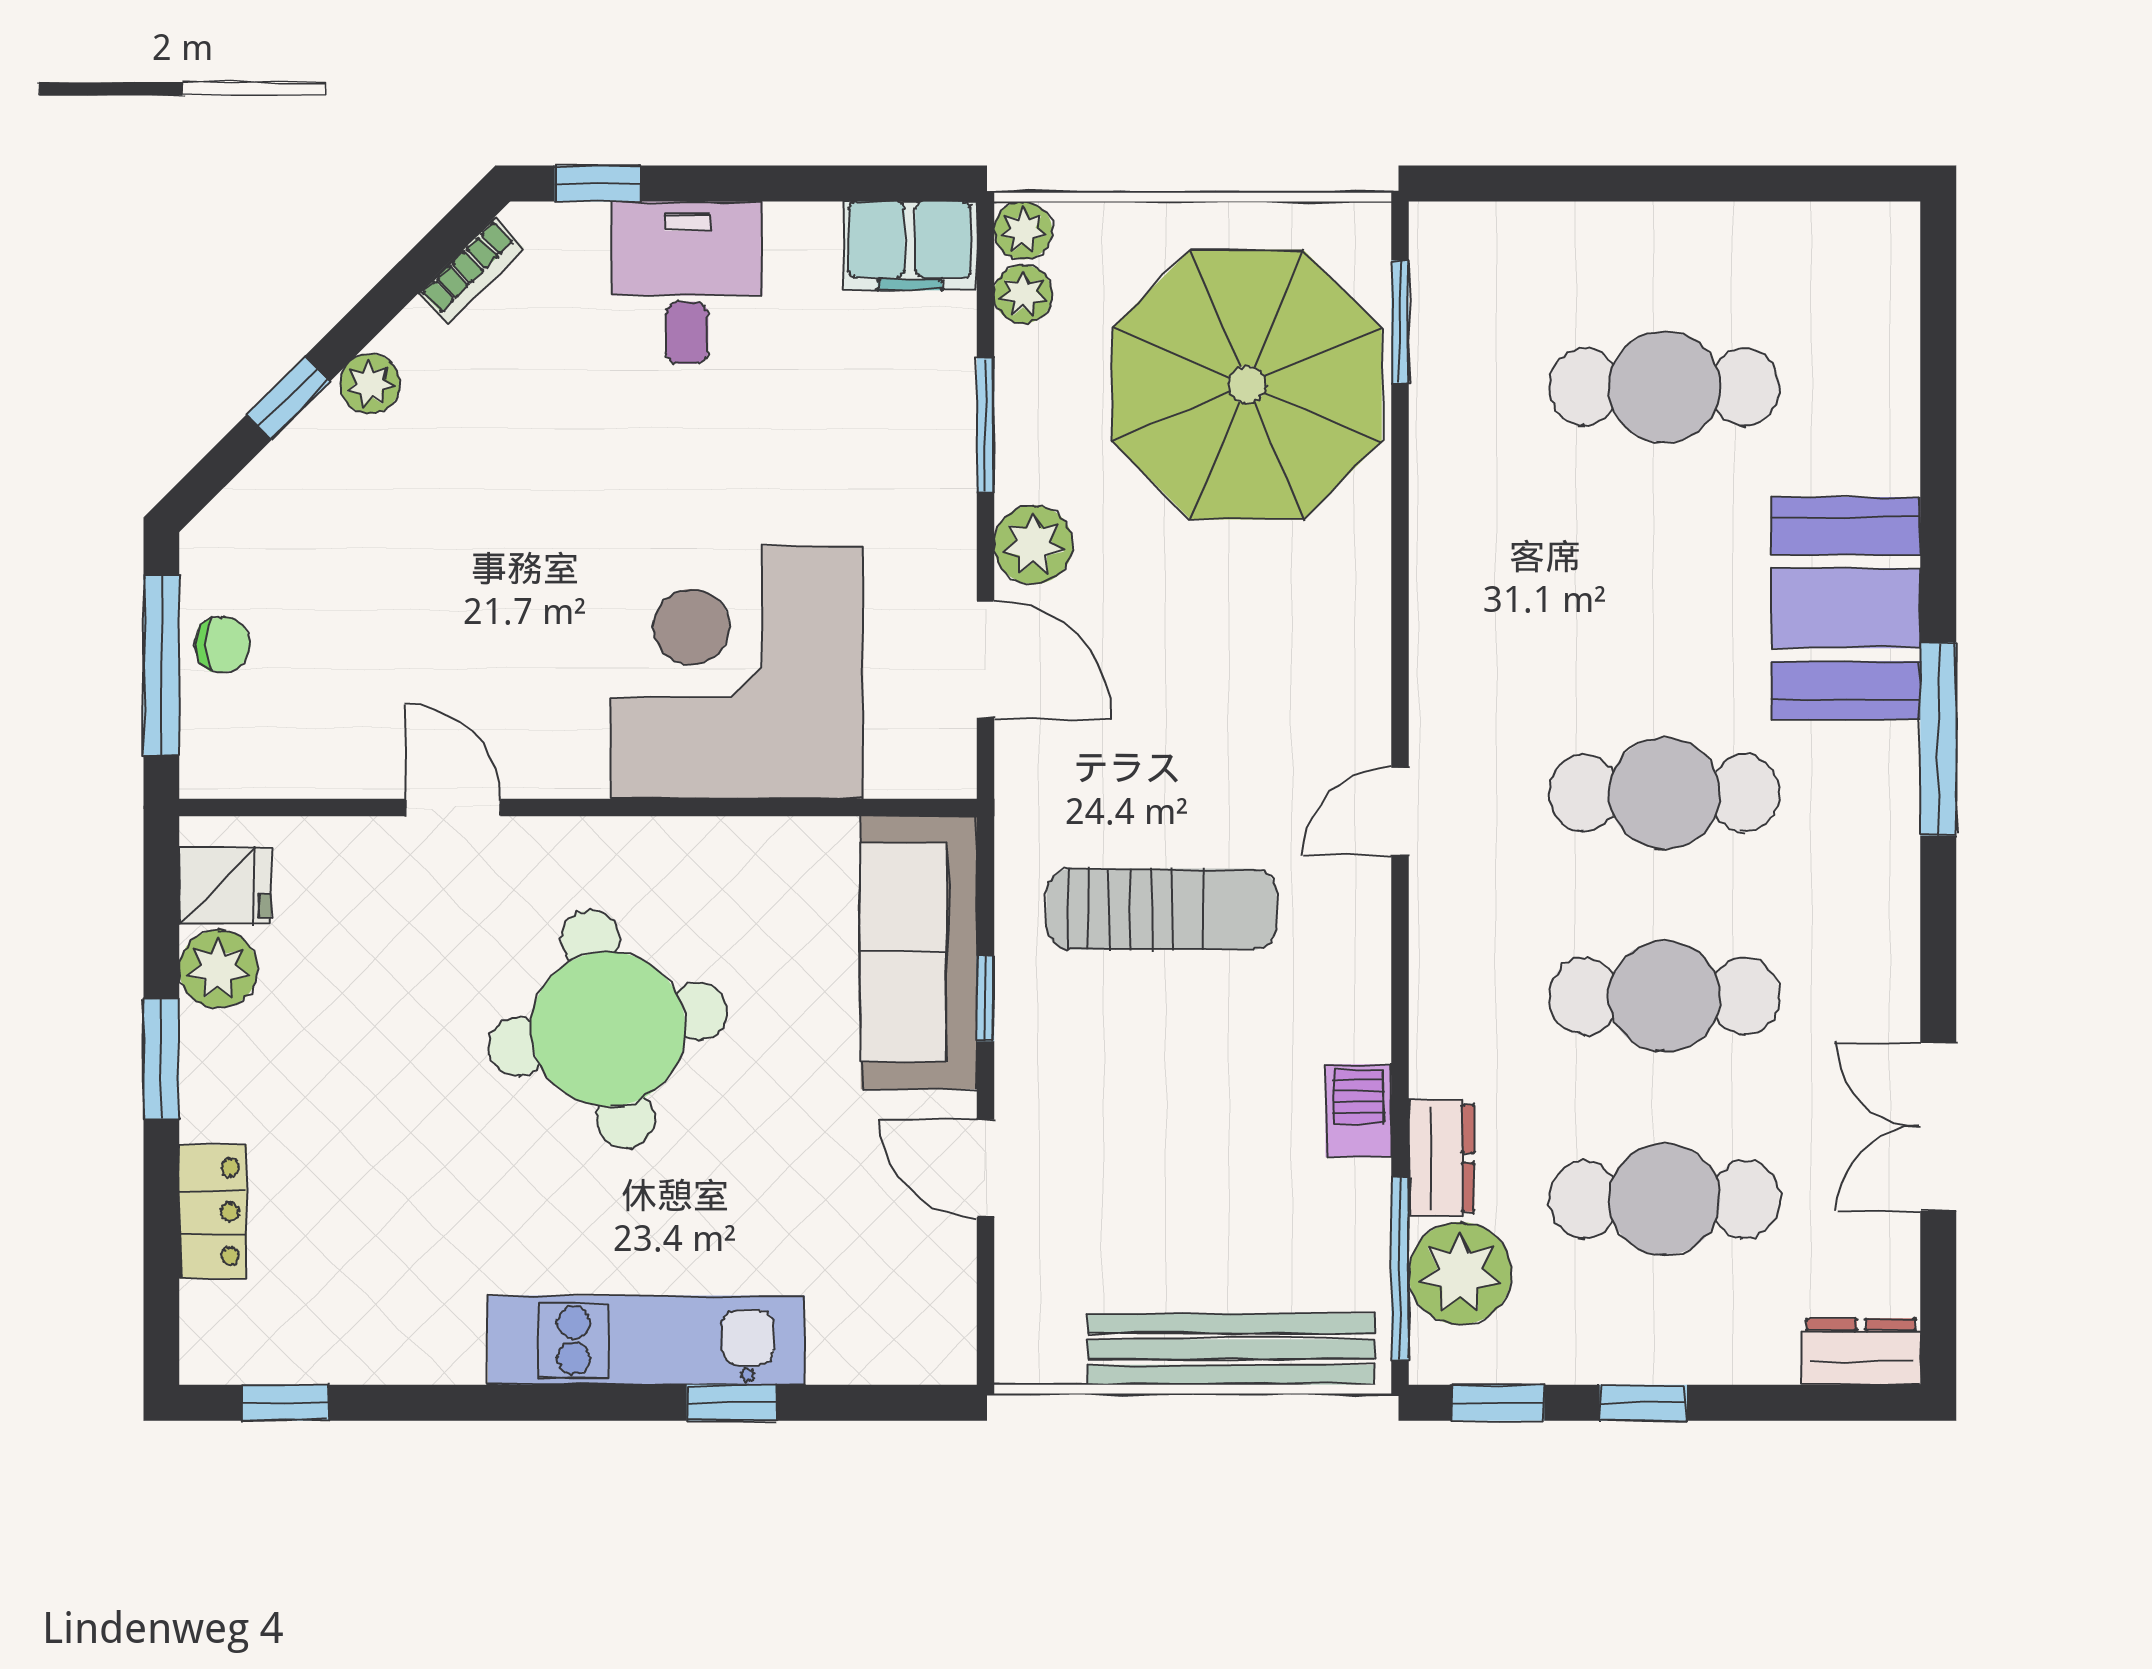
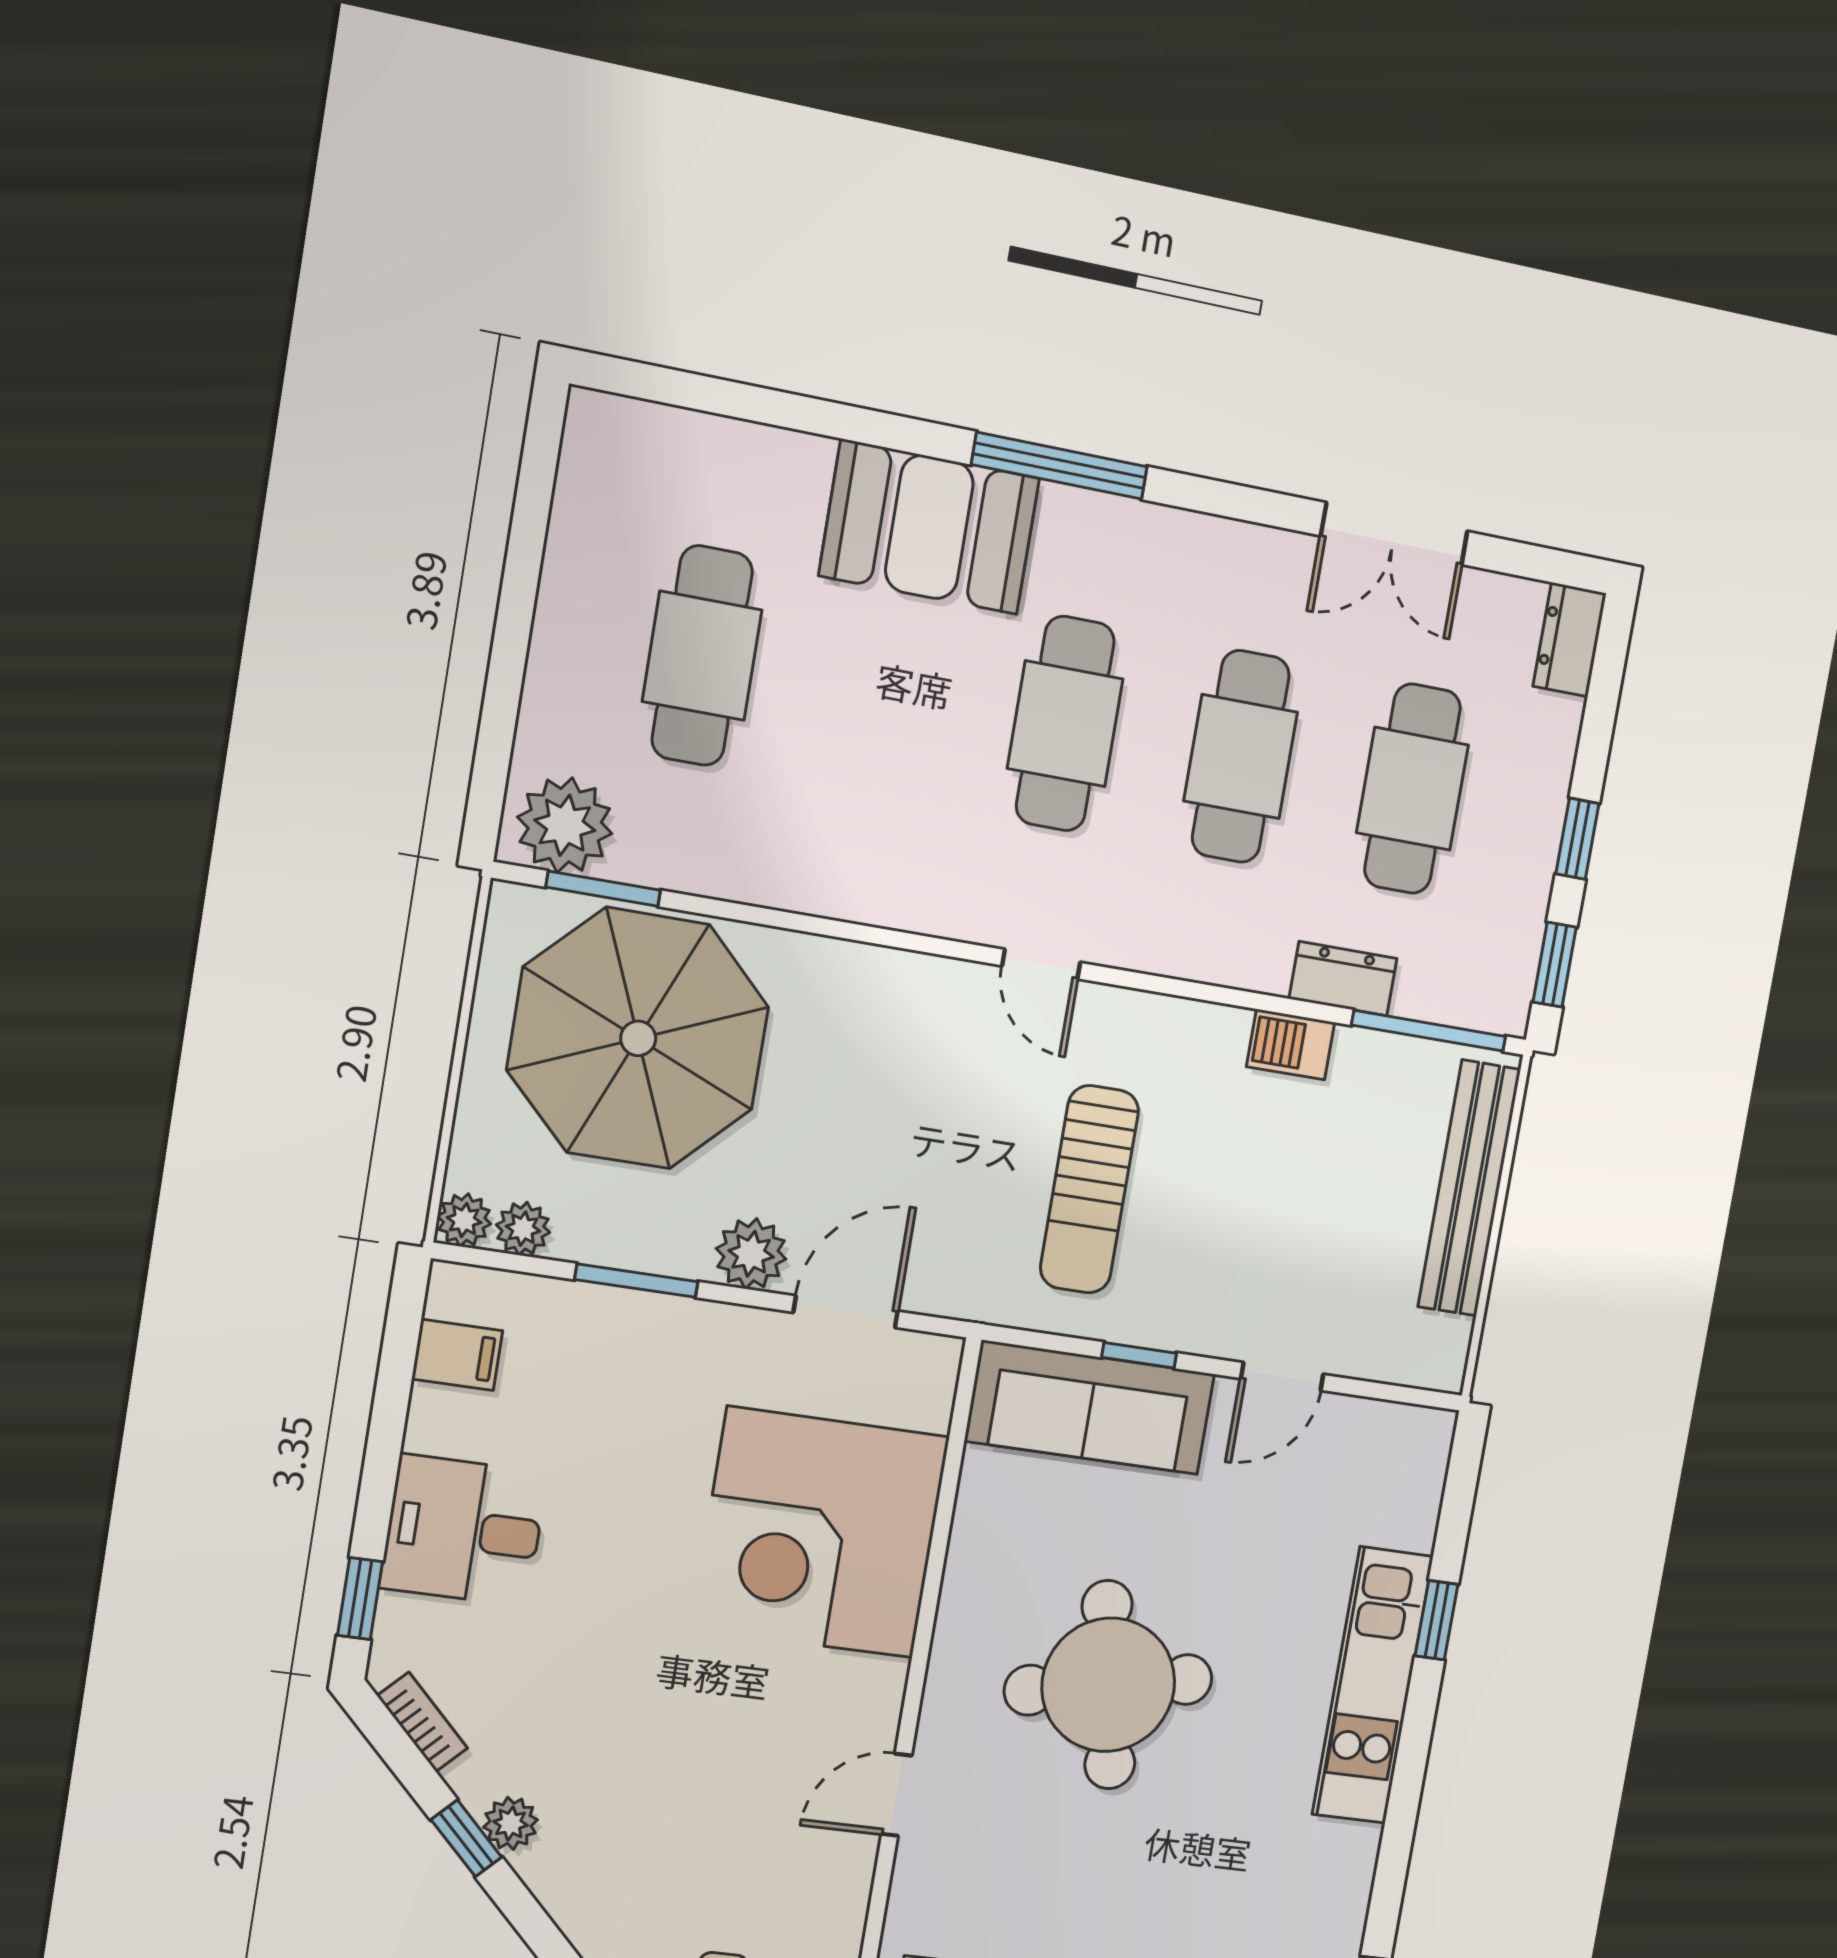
filing cabinet: (910, 246) -> (457, 1355), width x0.50
window: (288, 398) -> (466, 1838), moved
sun lounger: (1162, 909) -> (1089, 1189), turned 180
plant: (1460, 1273) -> (565, 825), moved

